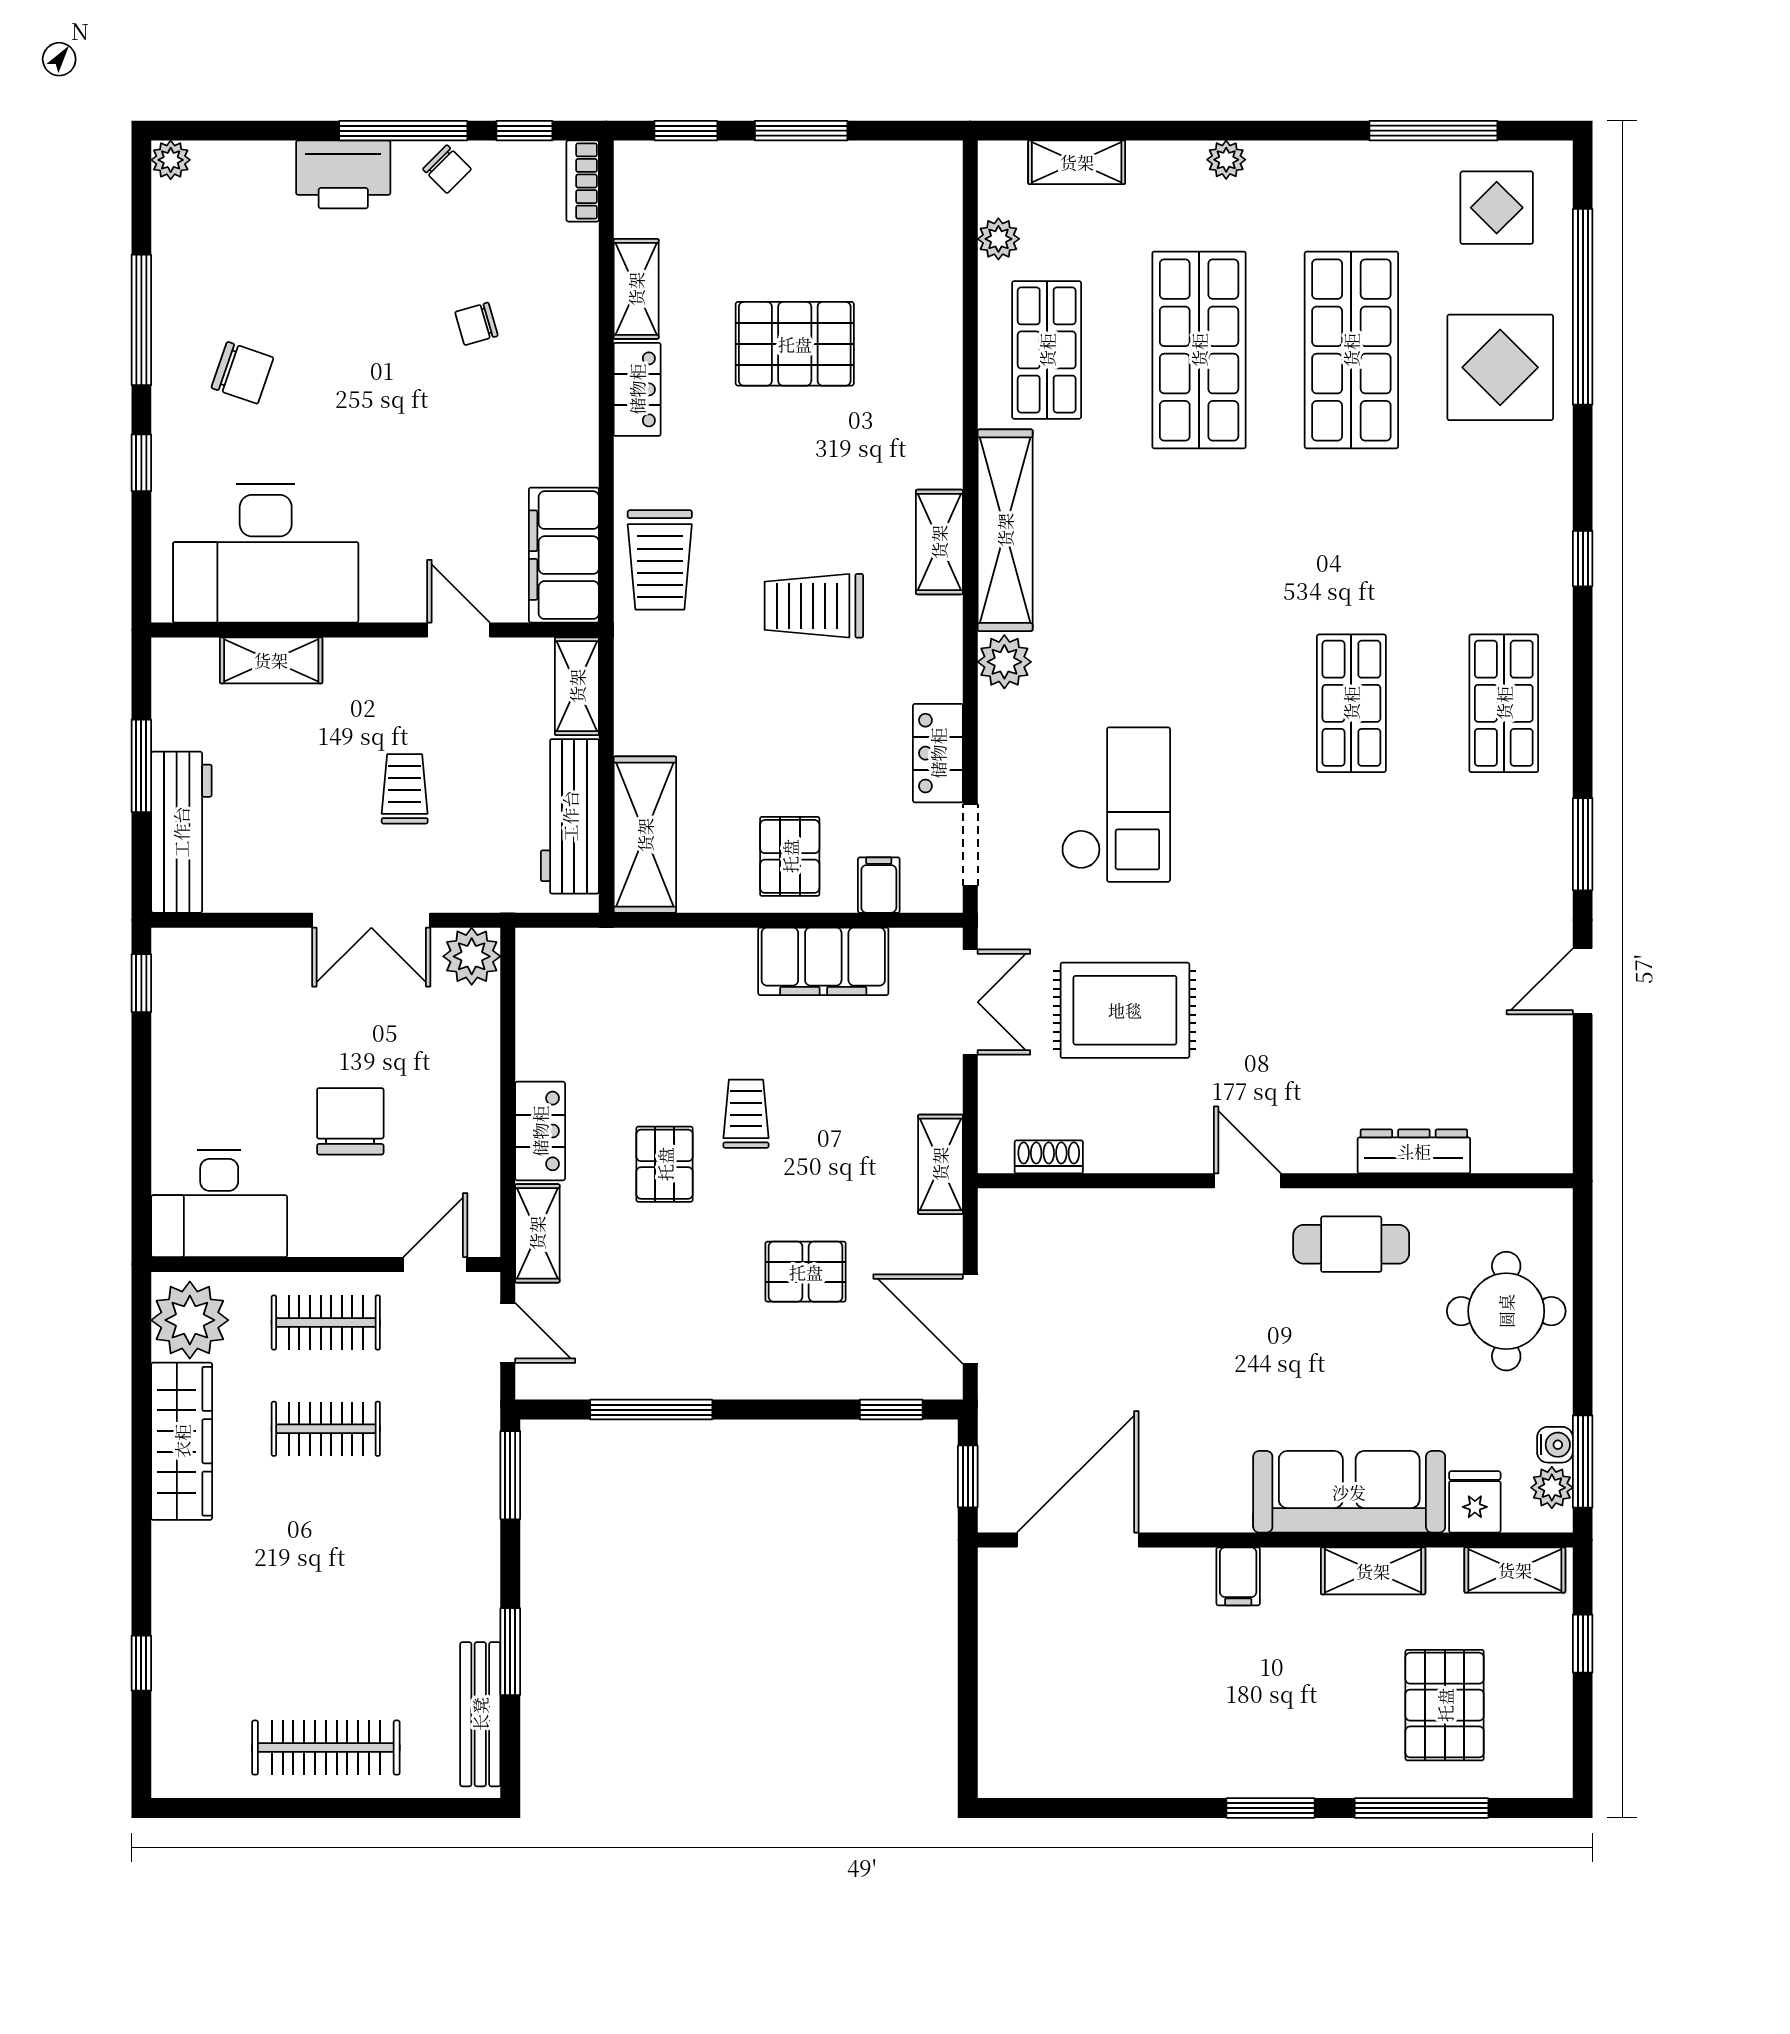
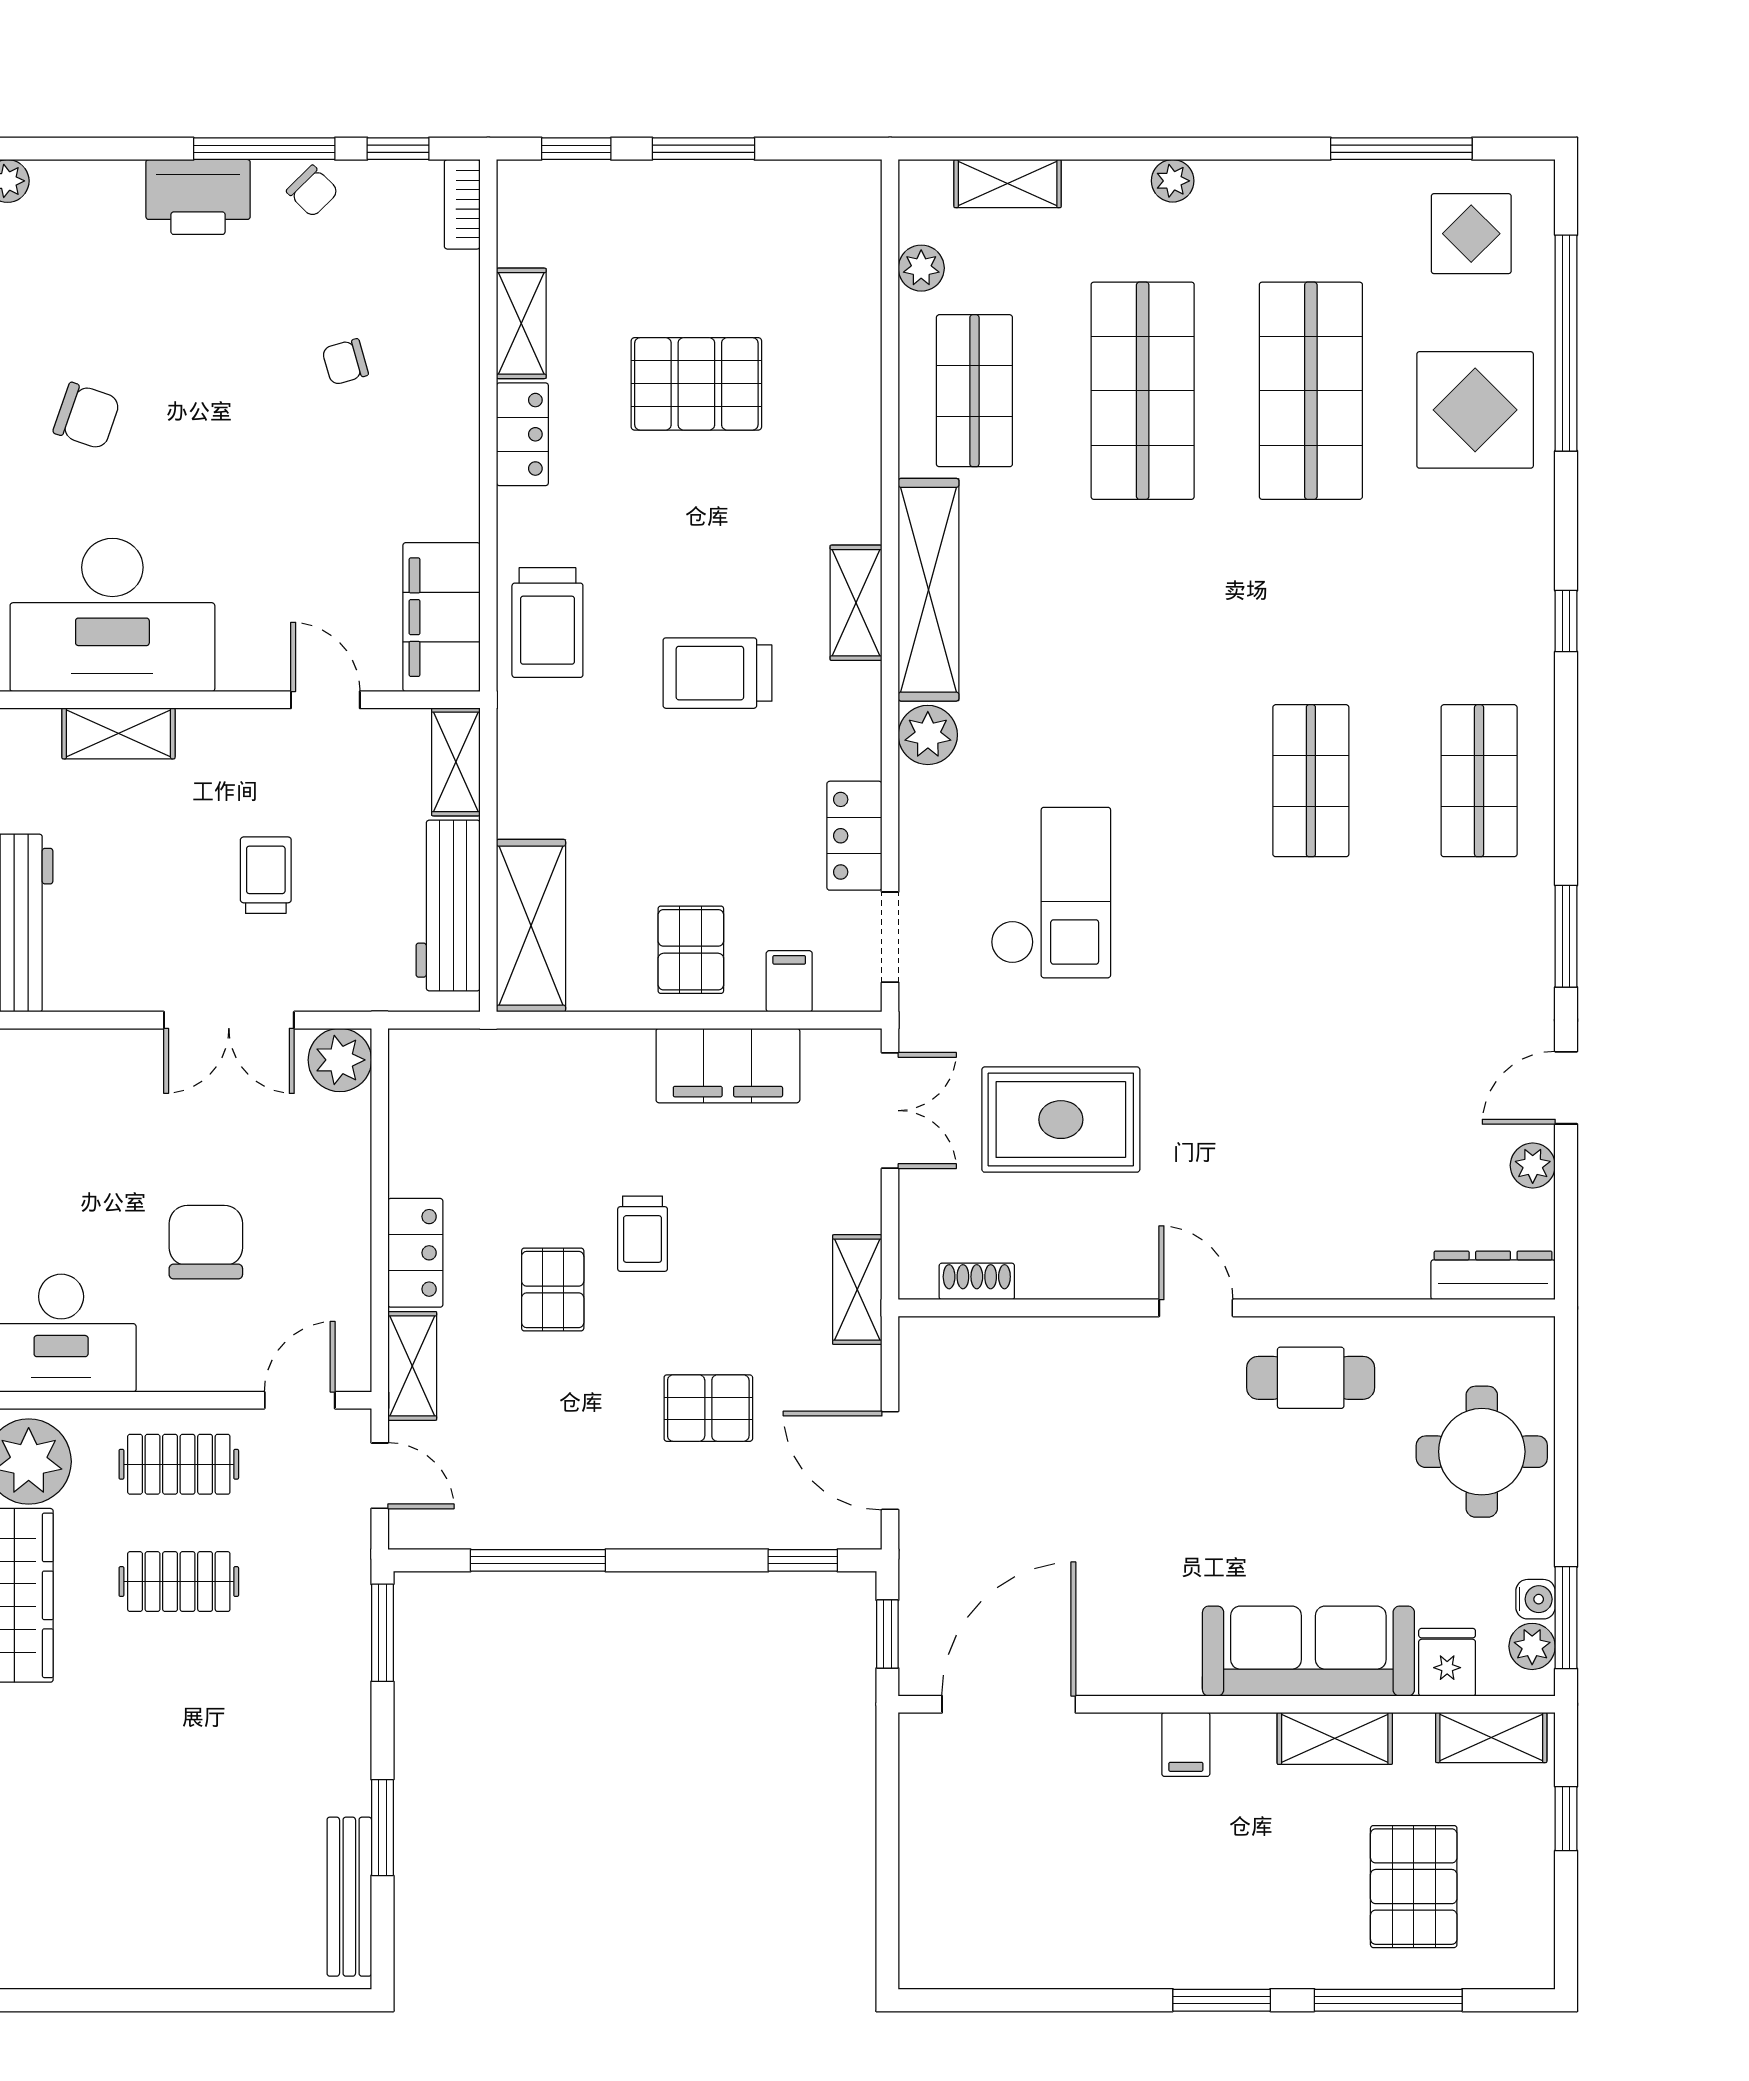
plant: (1552, 1052) -> (1533, 1165), added
trolley: (746, 1114) -> (643, 1234), turned 180
dresser: (1414, 1151) -> (1493, 1275), moved
clothes rail: (326, 1748) -> (179, 1933), removed

